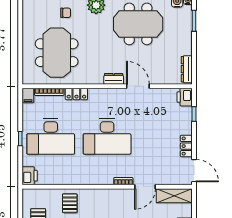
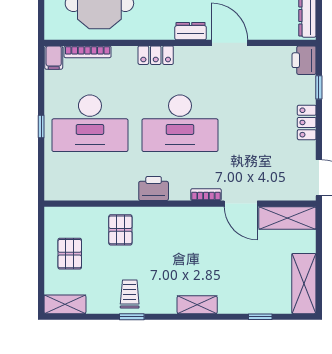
locker: (76, 94) -> (156, 55), moved
locker: (186, 146) -> (307, 122), moved
printer: (30, 176) -> (154, 188), moved, turned -90
door: (145, 187) -> (241, 204), hinge flipped

